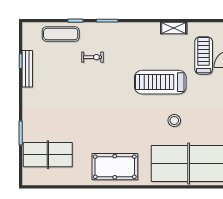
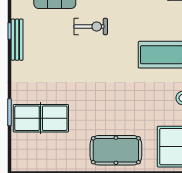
exercise bike: (92, 57) -> (91, 26), width x1.38, depth x1.39
table tennis table: (48, 155) -> (41, 118), moved

